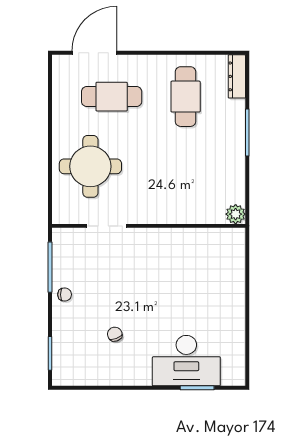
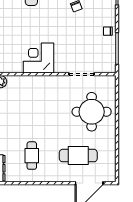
cafe table: (186, 97) -> (32, 156), width x0.73, depth x0.74
corner desk: (175, 252) -> (38, 58), added

